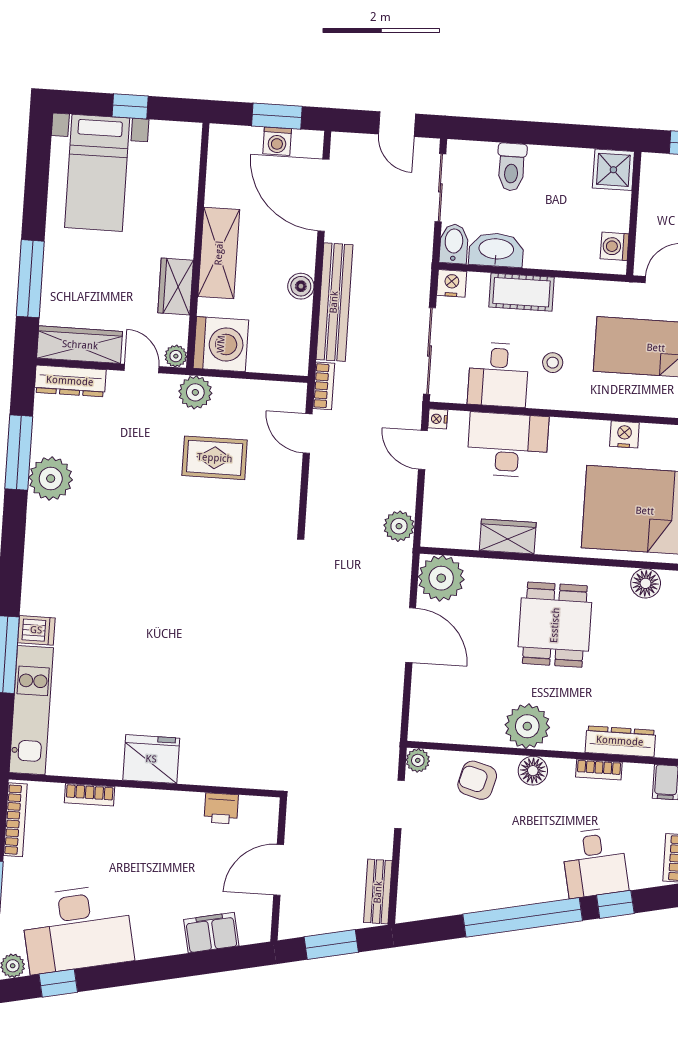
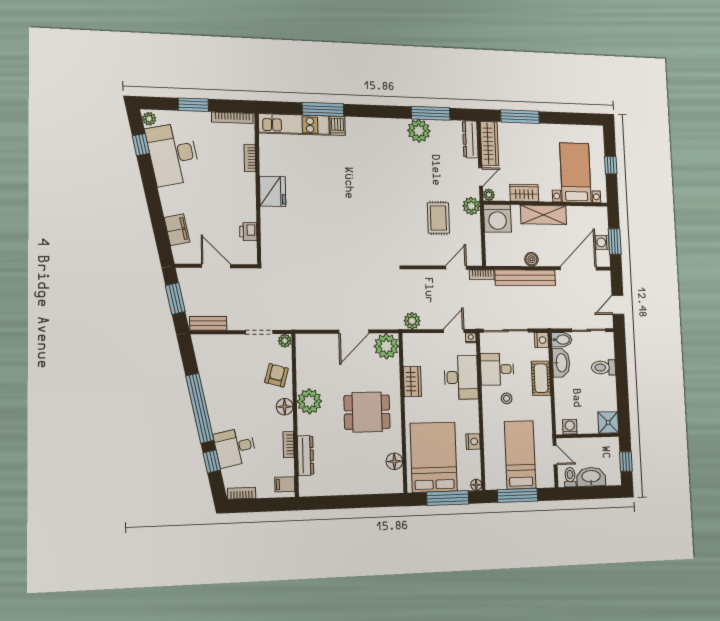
bed with nightstands: (97, 173) -> (575, 173), moved, turned 90

